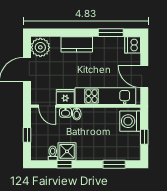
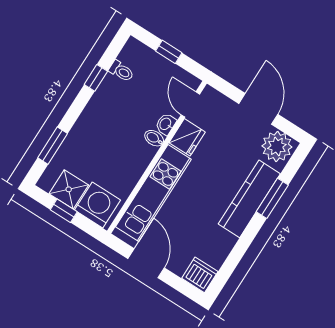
window: (111, 33) -> (272, 198), moved
kitchen counter: (77, 44) -> (249, 199), width x1.50
door: (144, 77) -> (146, 263), hinge flipped
door: (47, 106) -> (190, 105), hinge flipped
shower: (67, 151) -> (69, 189), moved

